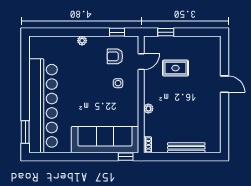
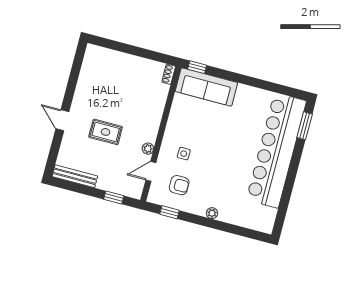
rug: (176, 68) -> (106, 132), moved
plant: (148, 109) -> (148, 149), moved
sofa: (105, 140) -> (206, 87), width x0.74, depth x0.79
bench: (186, 148) -> (75, 176), moved

